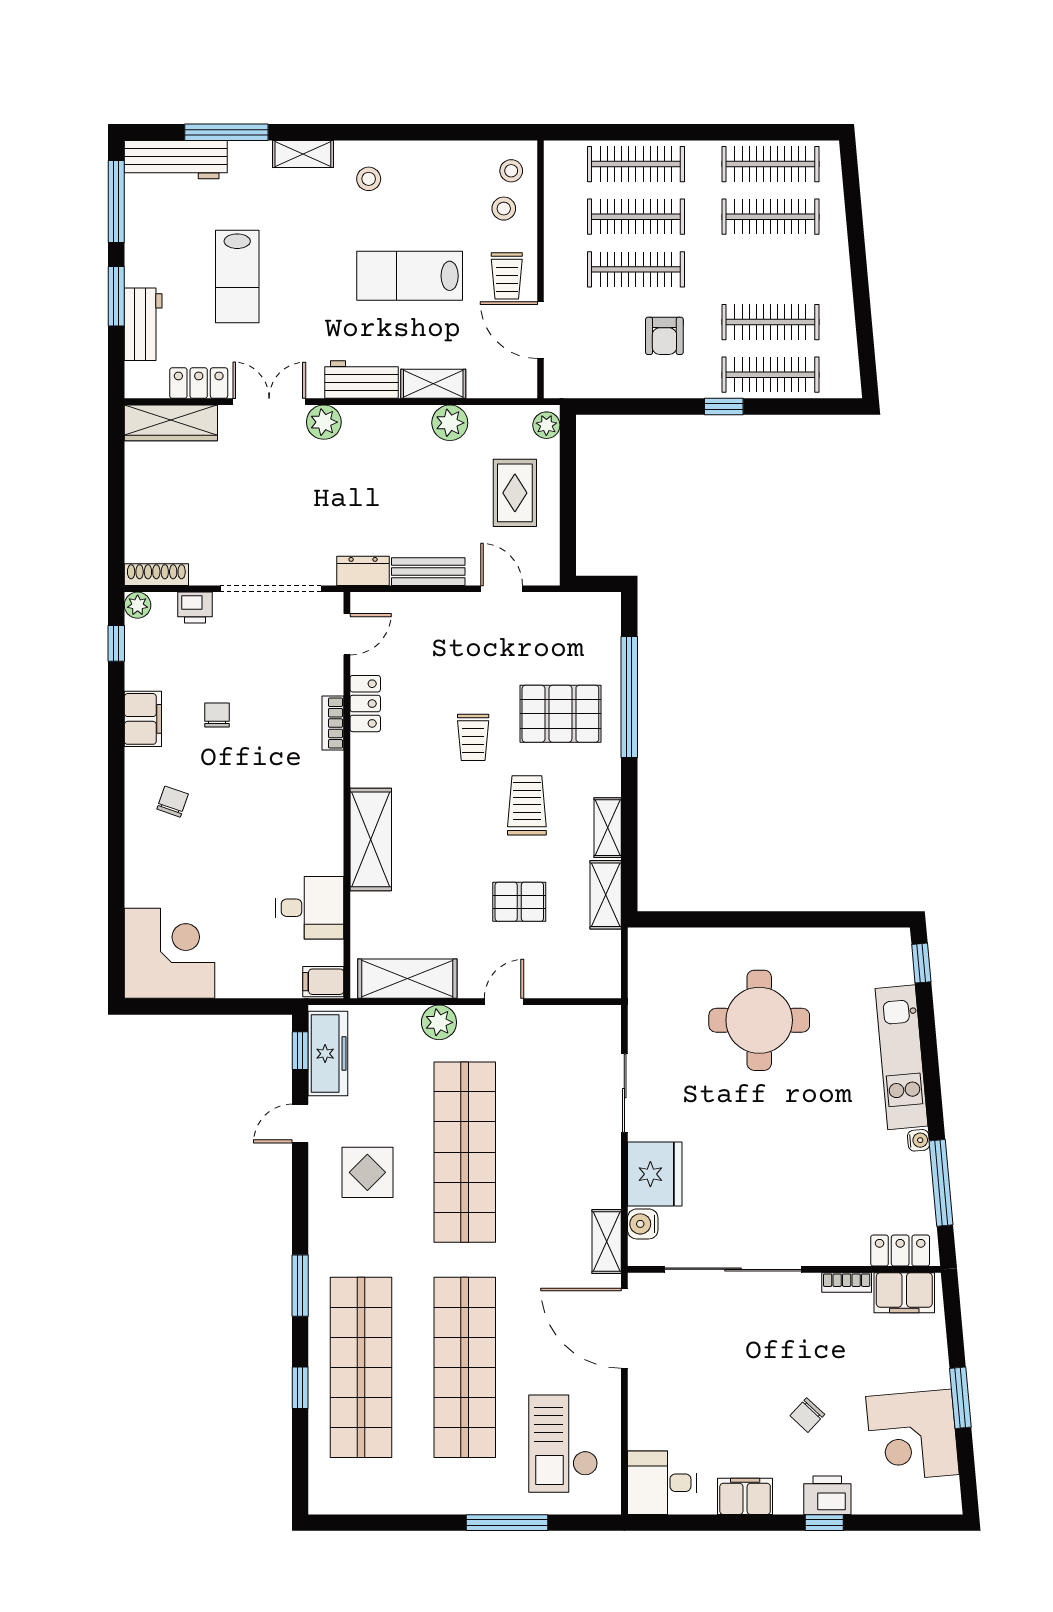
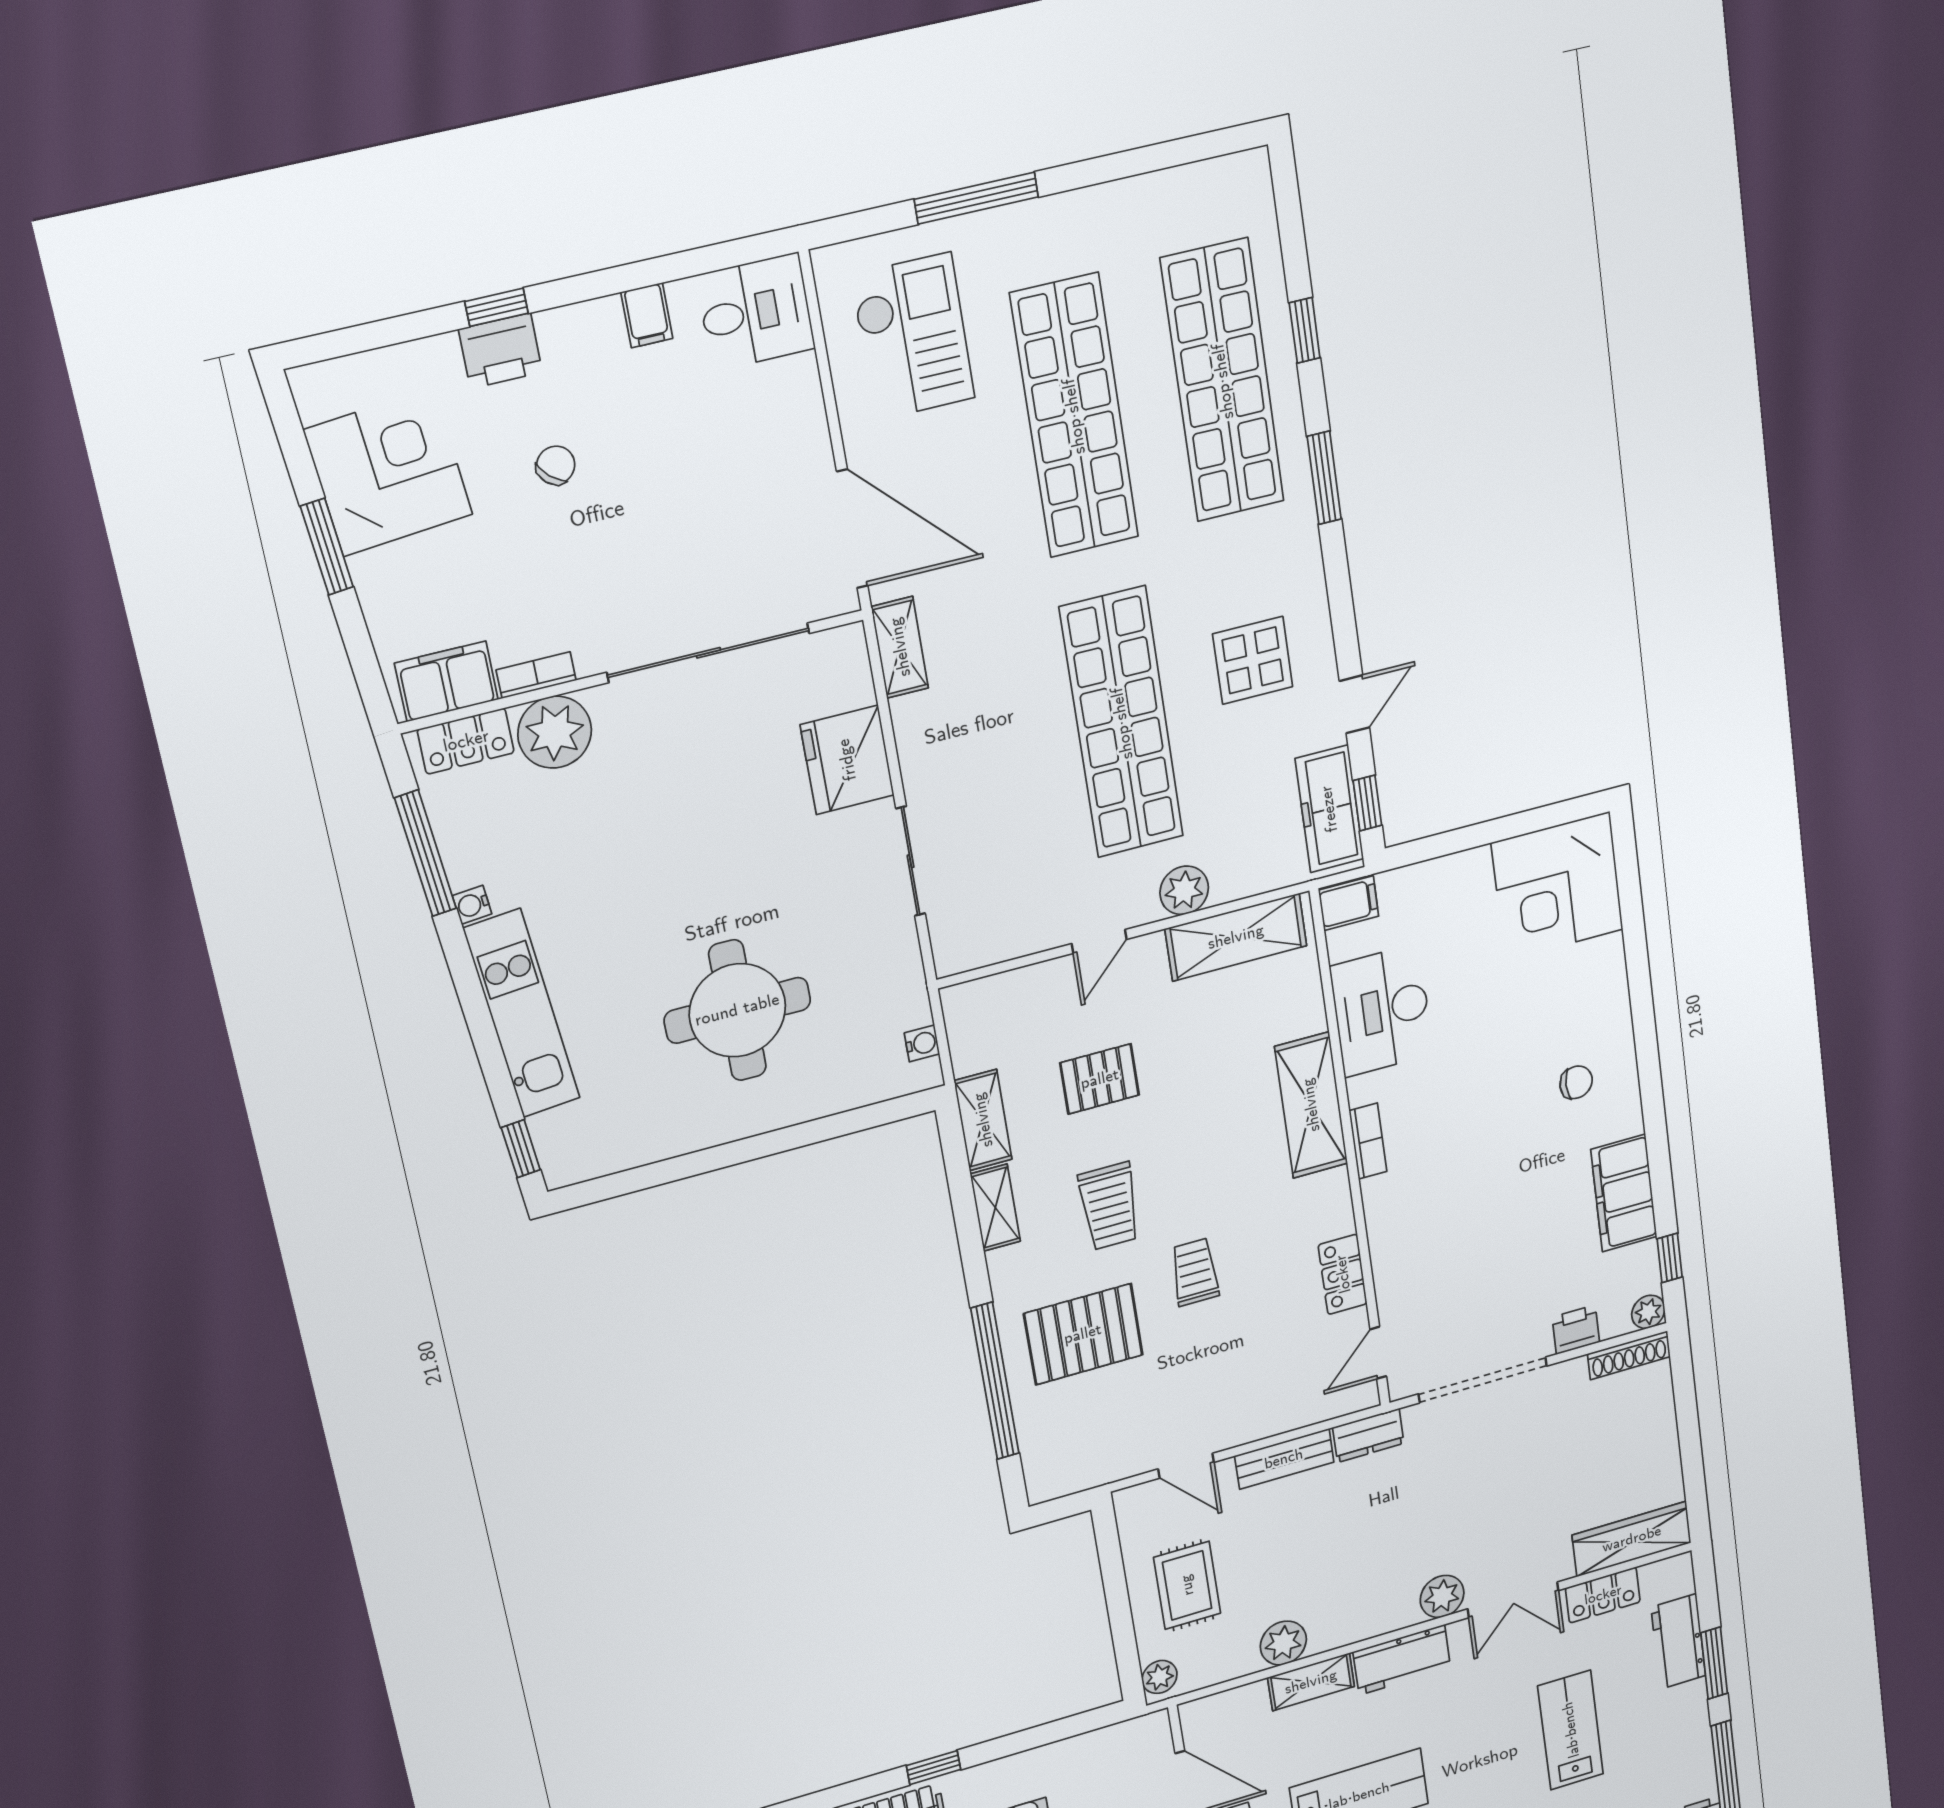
chair: (217, 715) -> (1532, 1206), removed
filing cabinet: (143, 719) -> (1624, 1193), width x1.50, depth x1.17
bookcase: (333, 723) -> (1368, 1141), moved
chair: (173, 802) -> (1576, 1082), turned -109
desk: (310, 908) -> (1382, 1010), width x1.37
water cooler: (643, 1224) -> (922, 1043), moved, width x0.72, depth x0.72
plant: (842, 1242) -> (555, 732), added
filing cabinet: (745, 1496) -> (647, 315), width x0.50

